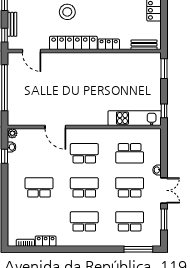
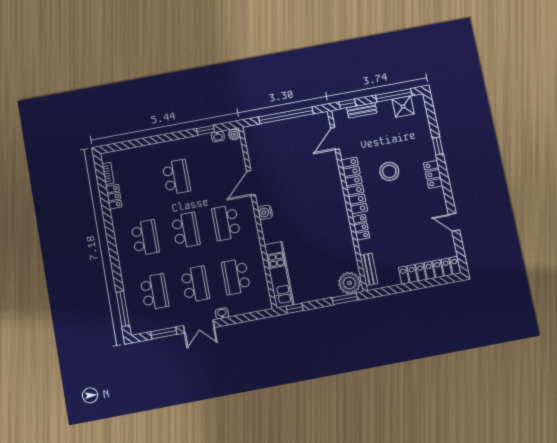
plant: (152, 63) -> (349, 283), added
water cooler: (82, 120) -> (265, 212), added
school desk: (84, 153) -> (226, 223), turned 180

